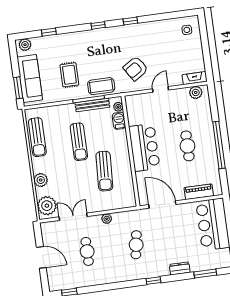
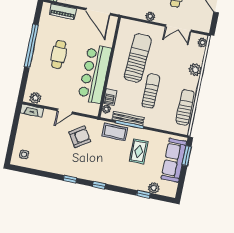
plant: (25, 45) -> (154, 188), moved
bar counter: (144, 147) -> (95, 74), width x1.36
sun lounger: (104, 171) -> (138, 58), width x1.36, depth x1.34
plant: (47, 206) -> (202, 43), width x0.53, depth x0.53

